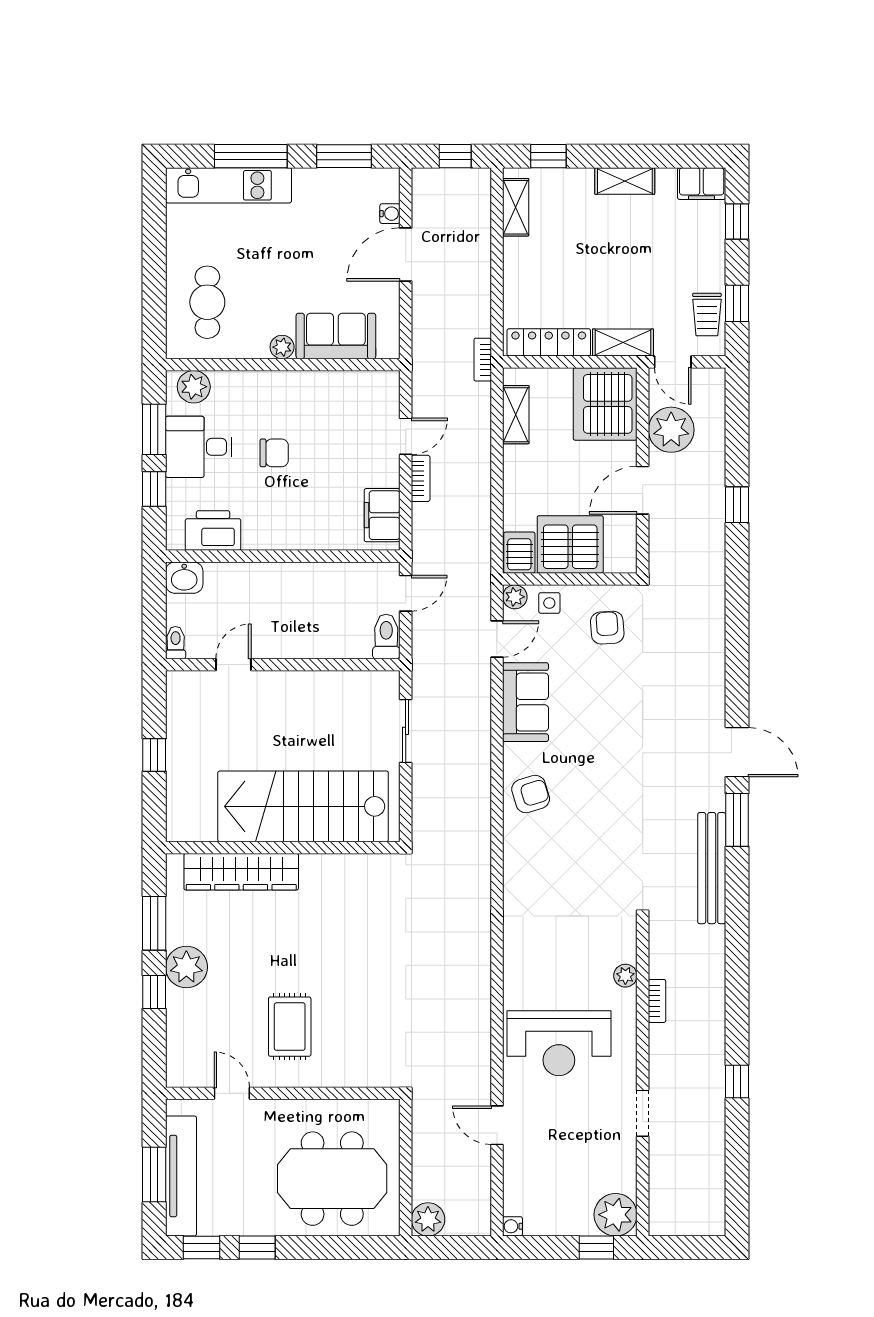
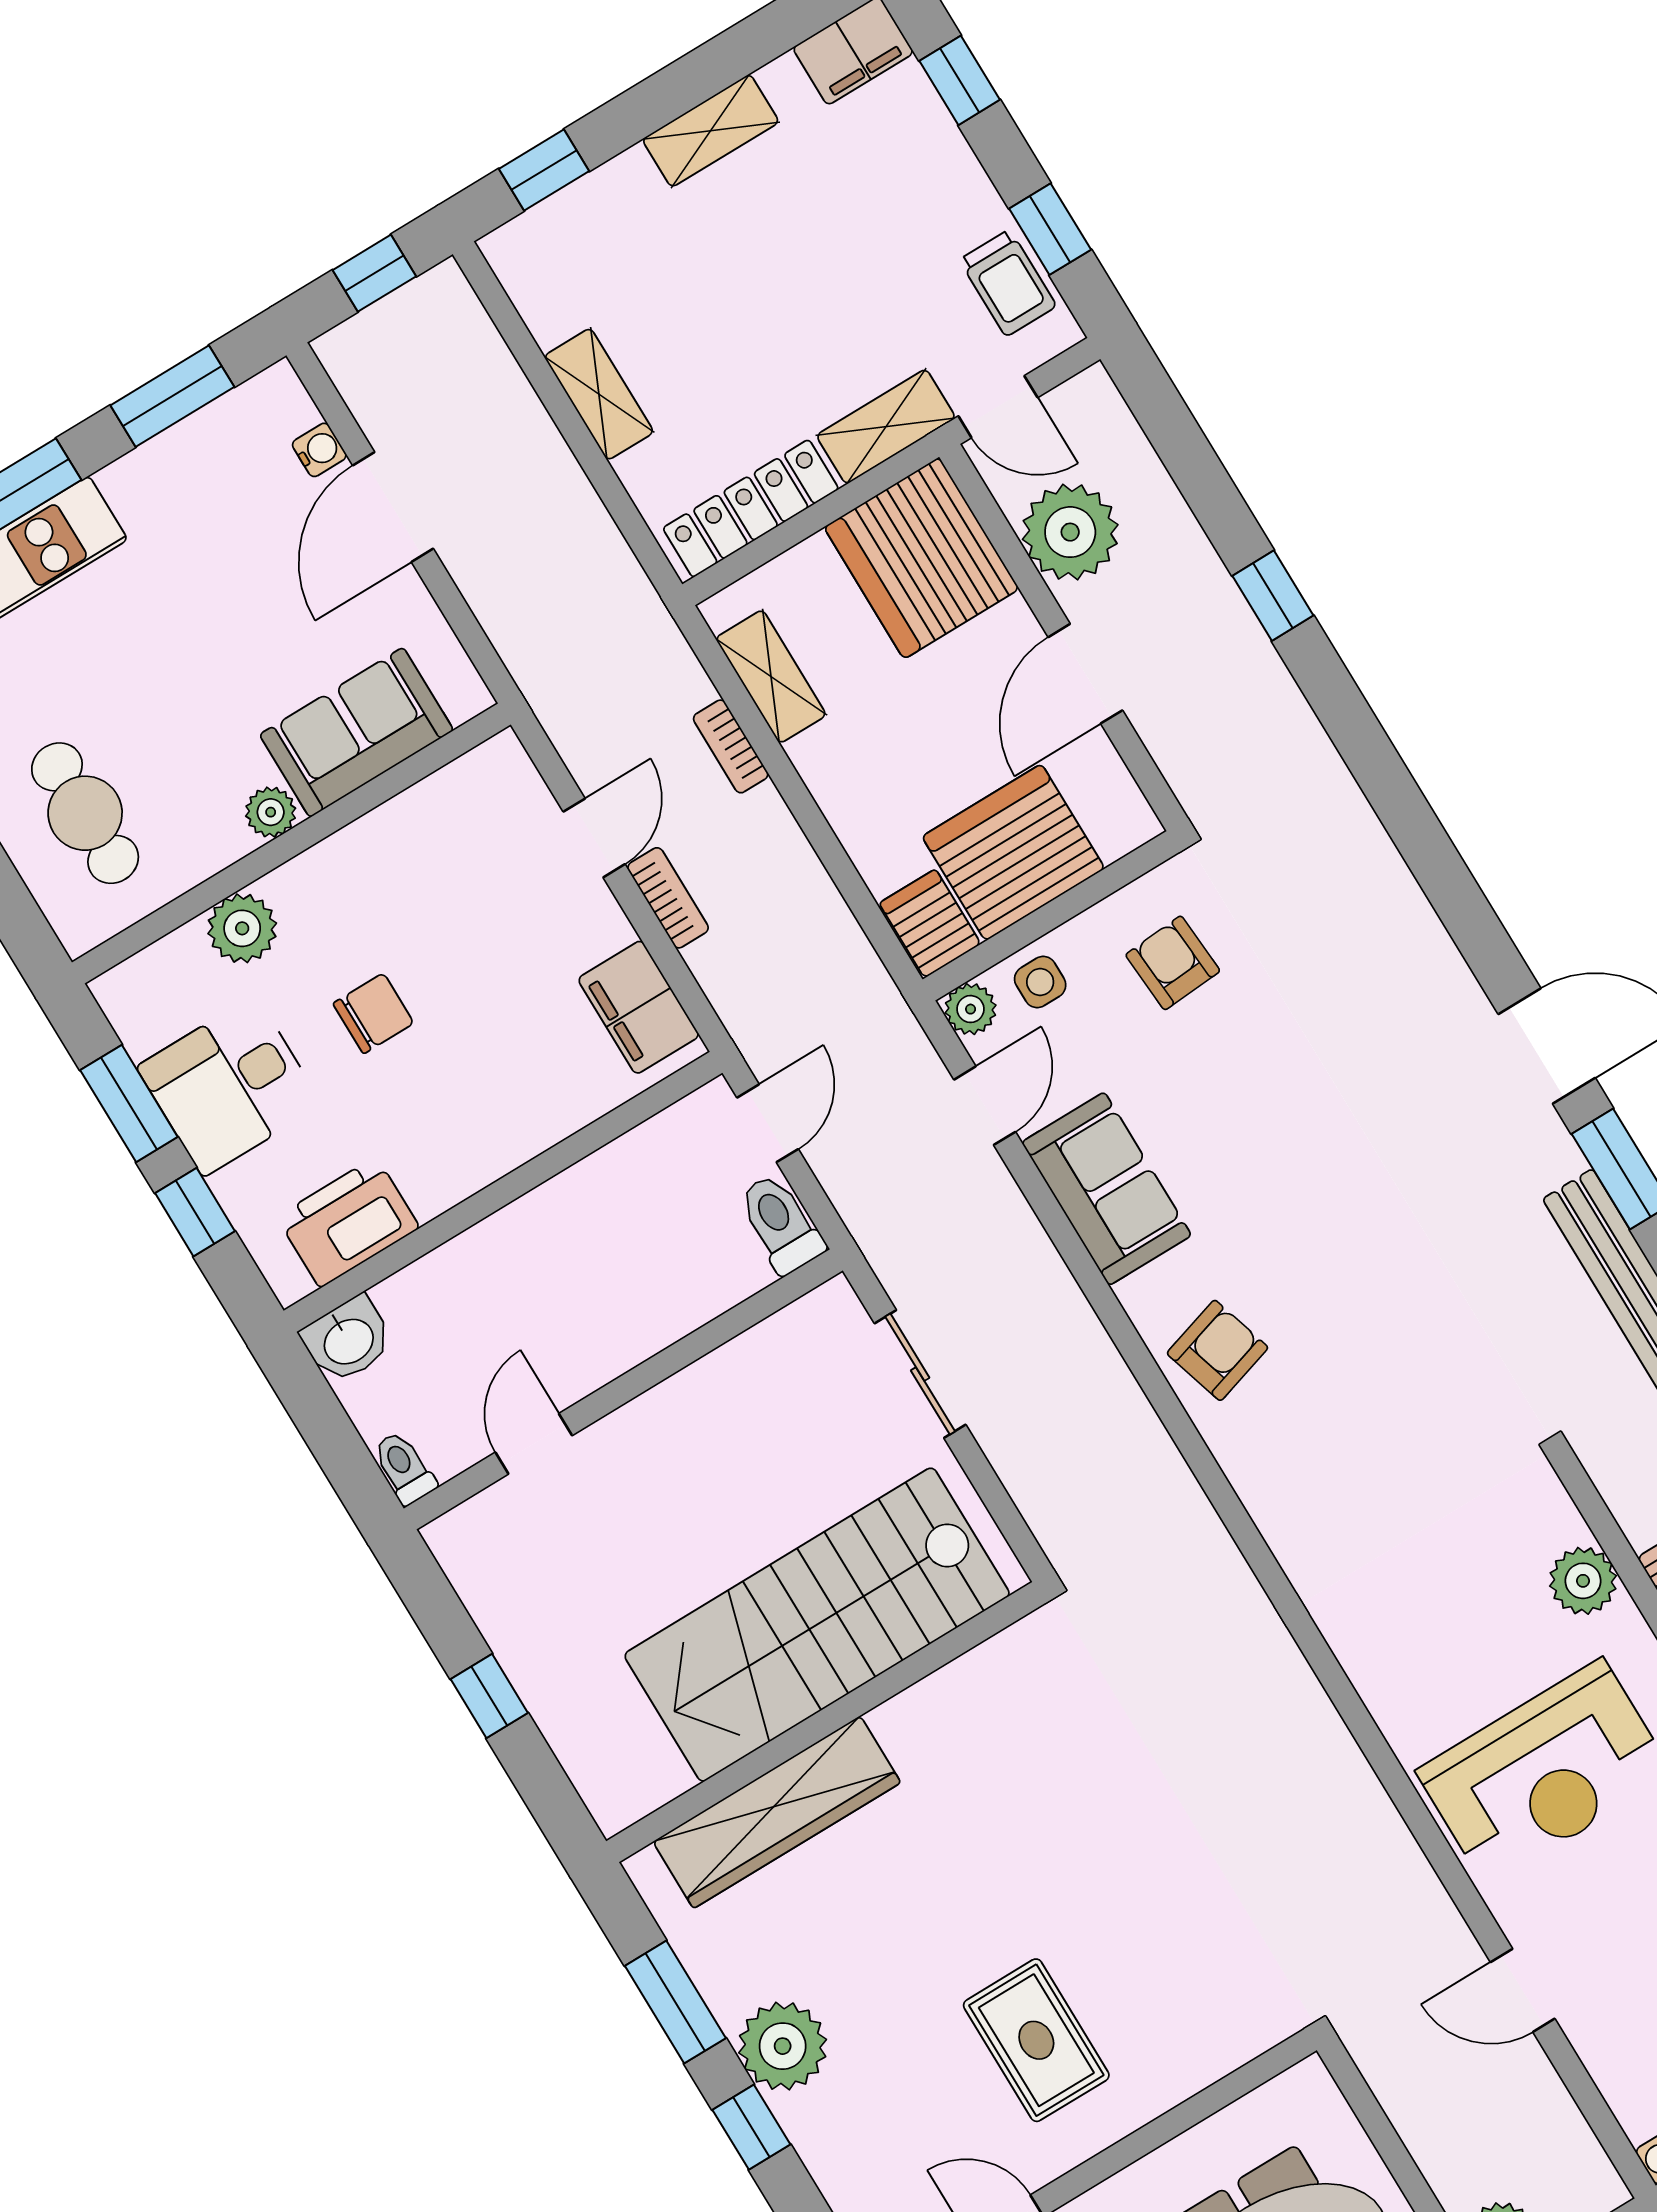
shelving: (516, 207) -> (599, 394), moved
bookcase: (483, 360) -> (731, 746), moved
plant: (194, 387) -> (242, 928), moved
plant: (625, 976) -> (1583, 1581), width x1.38, depth x1.38

